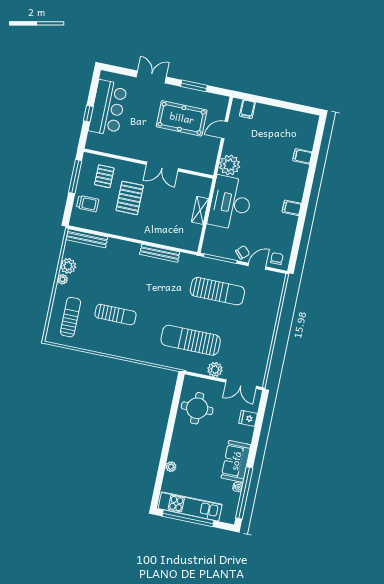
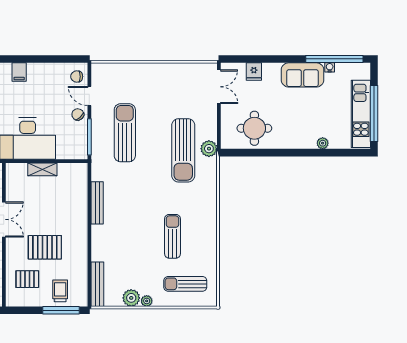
window: (75, 177) -> (61, 310), moved
plant: (215, 369) -> (209, 149), moved

